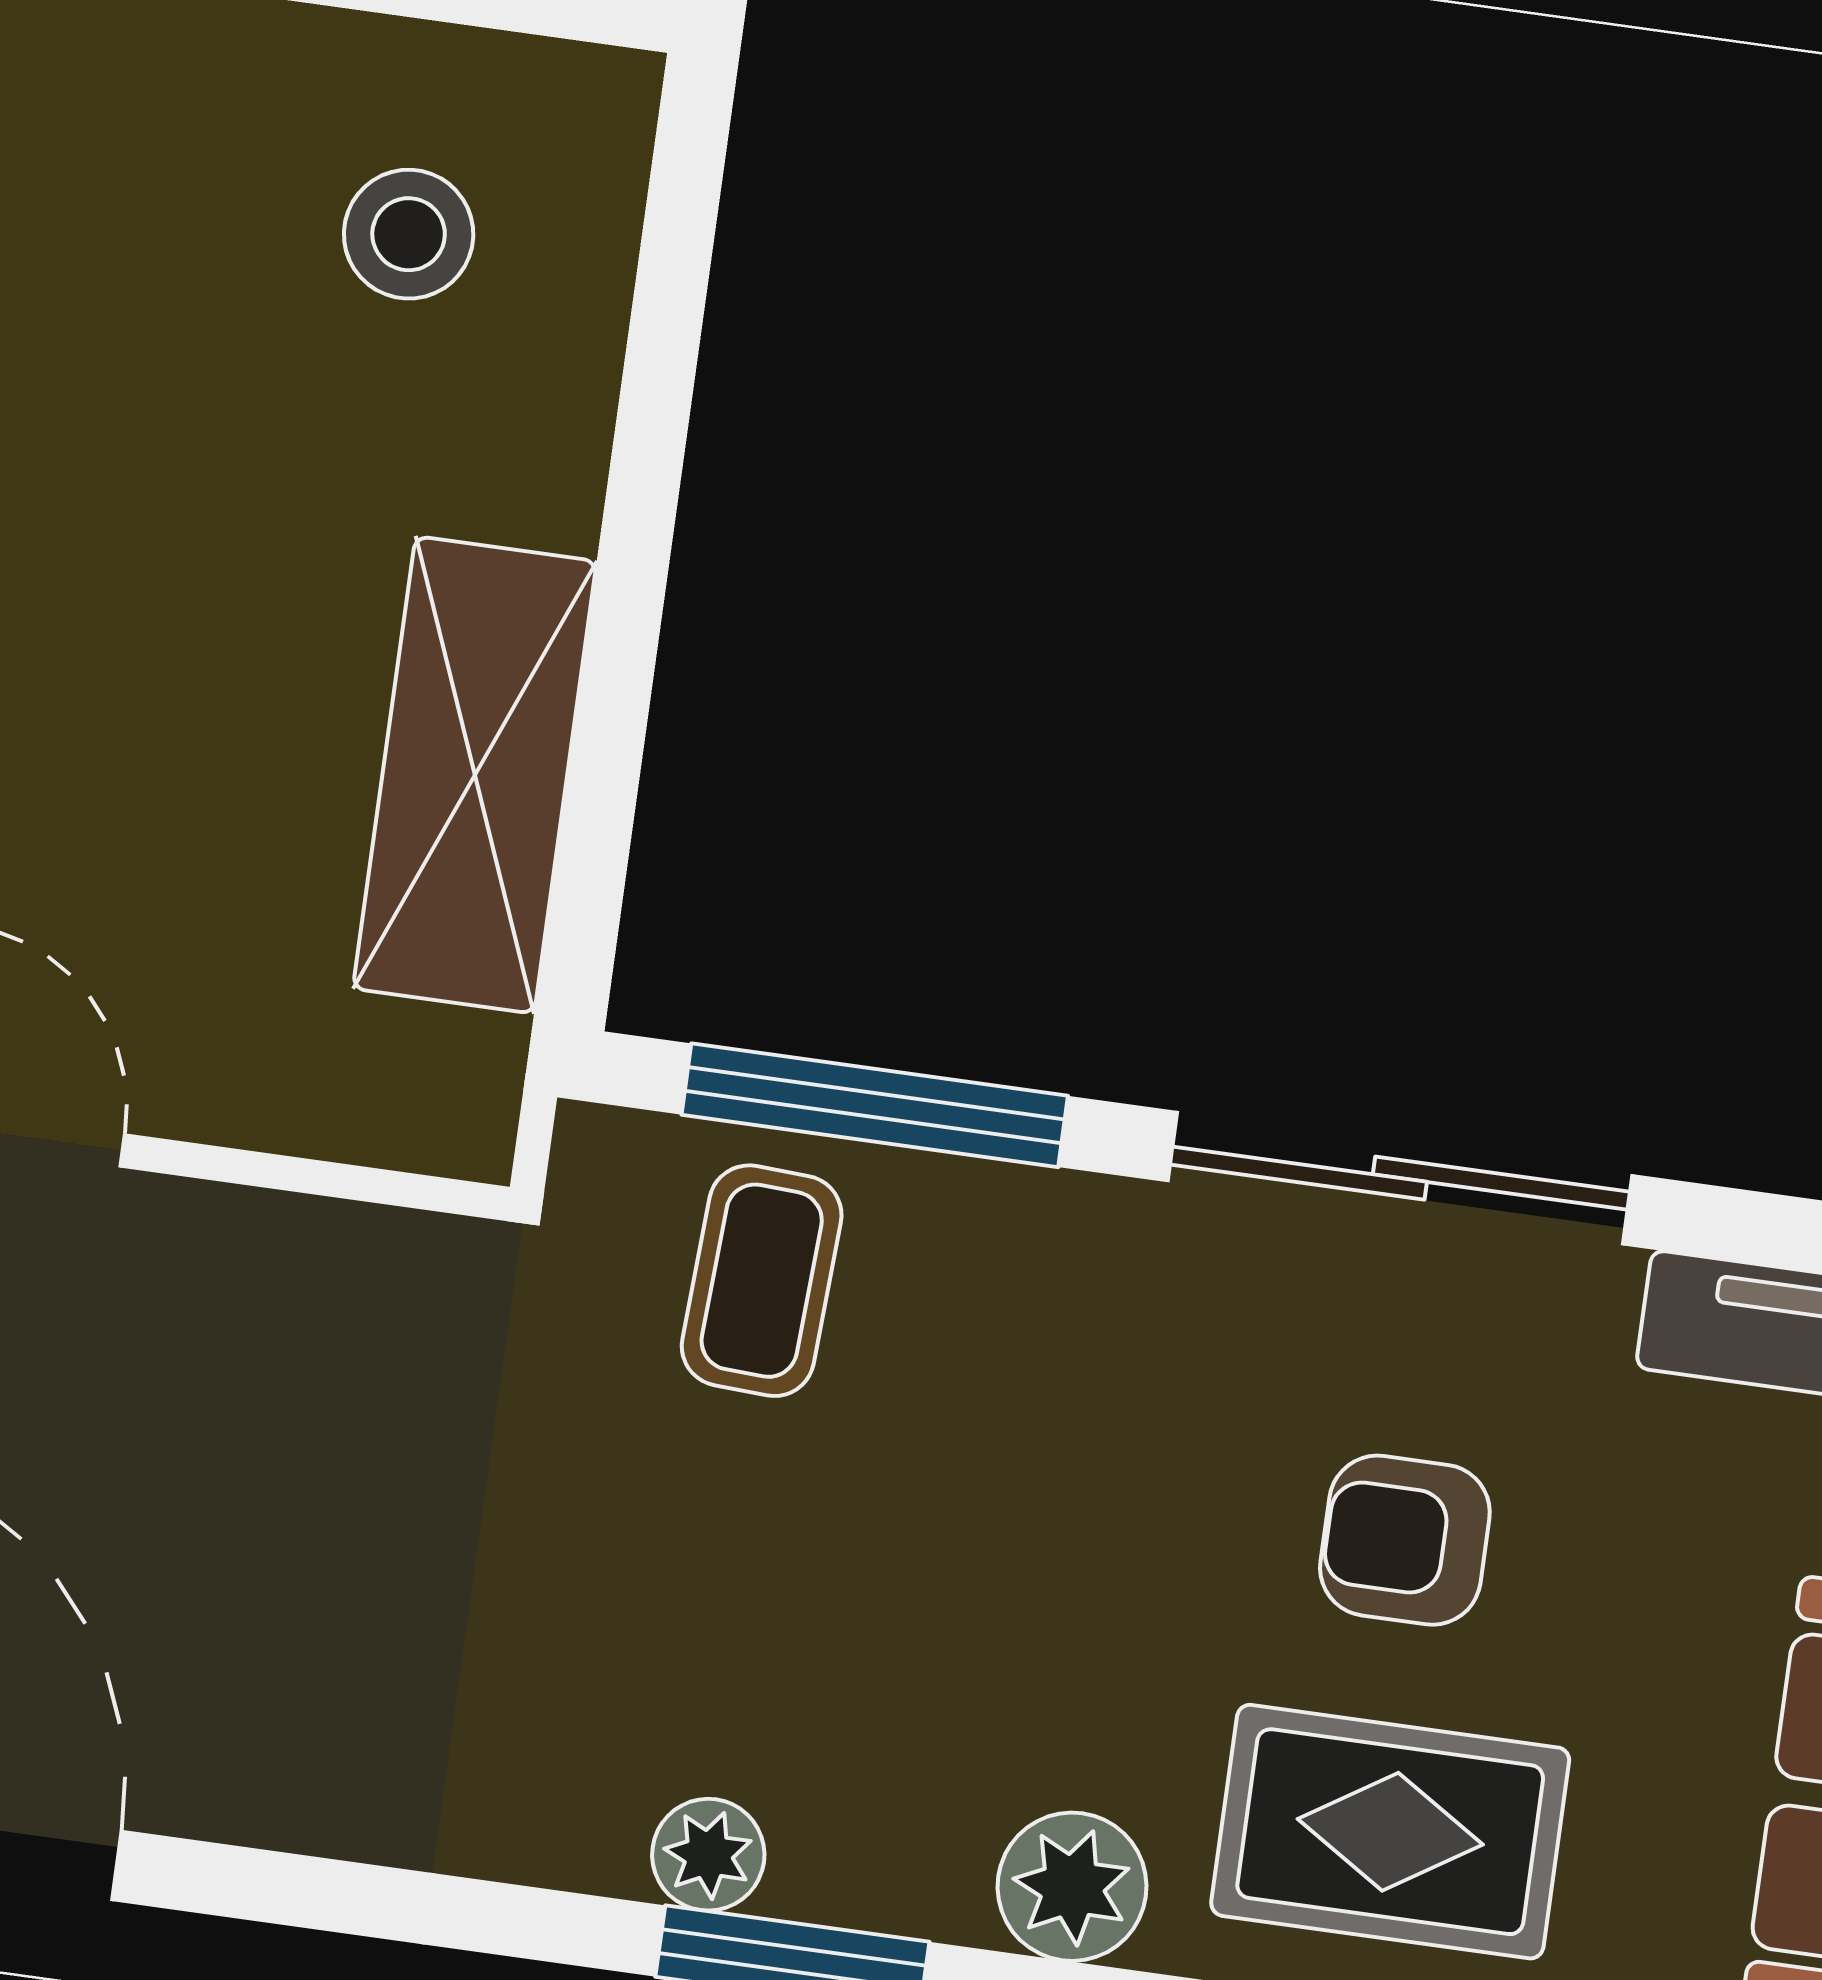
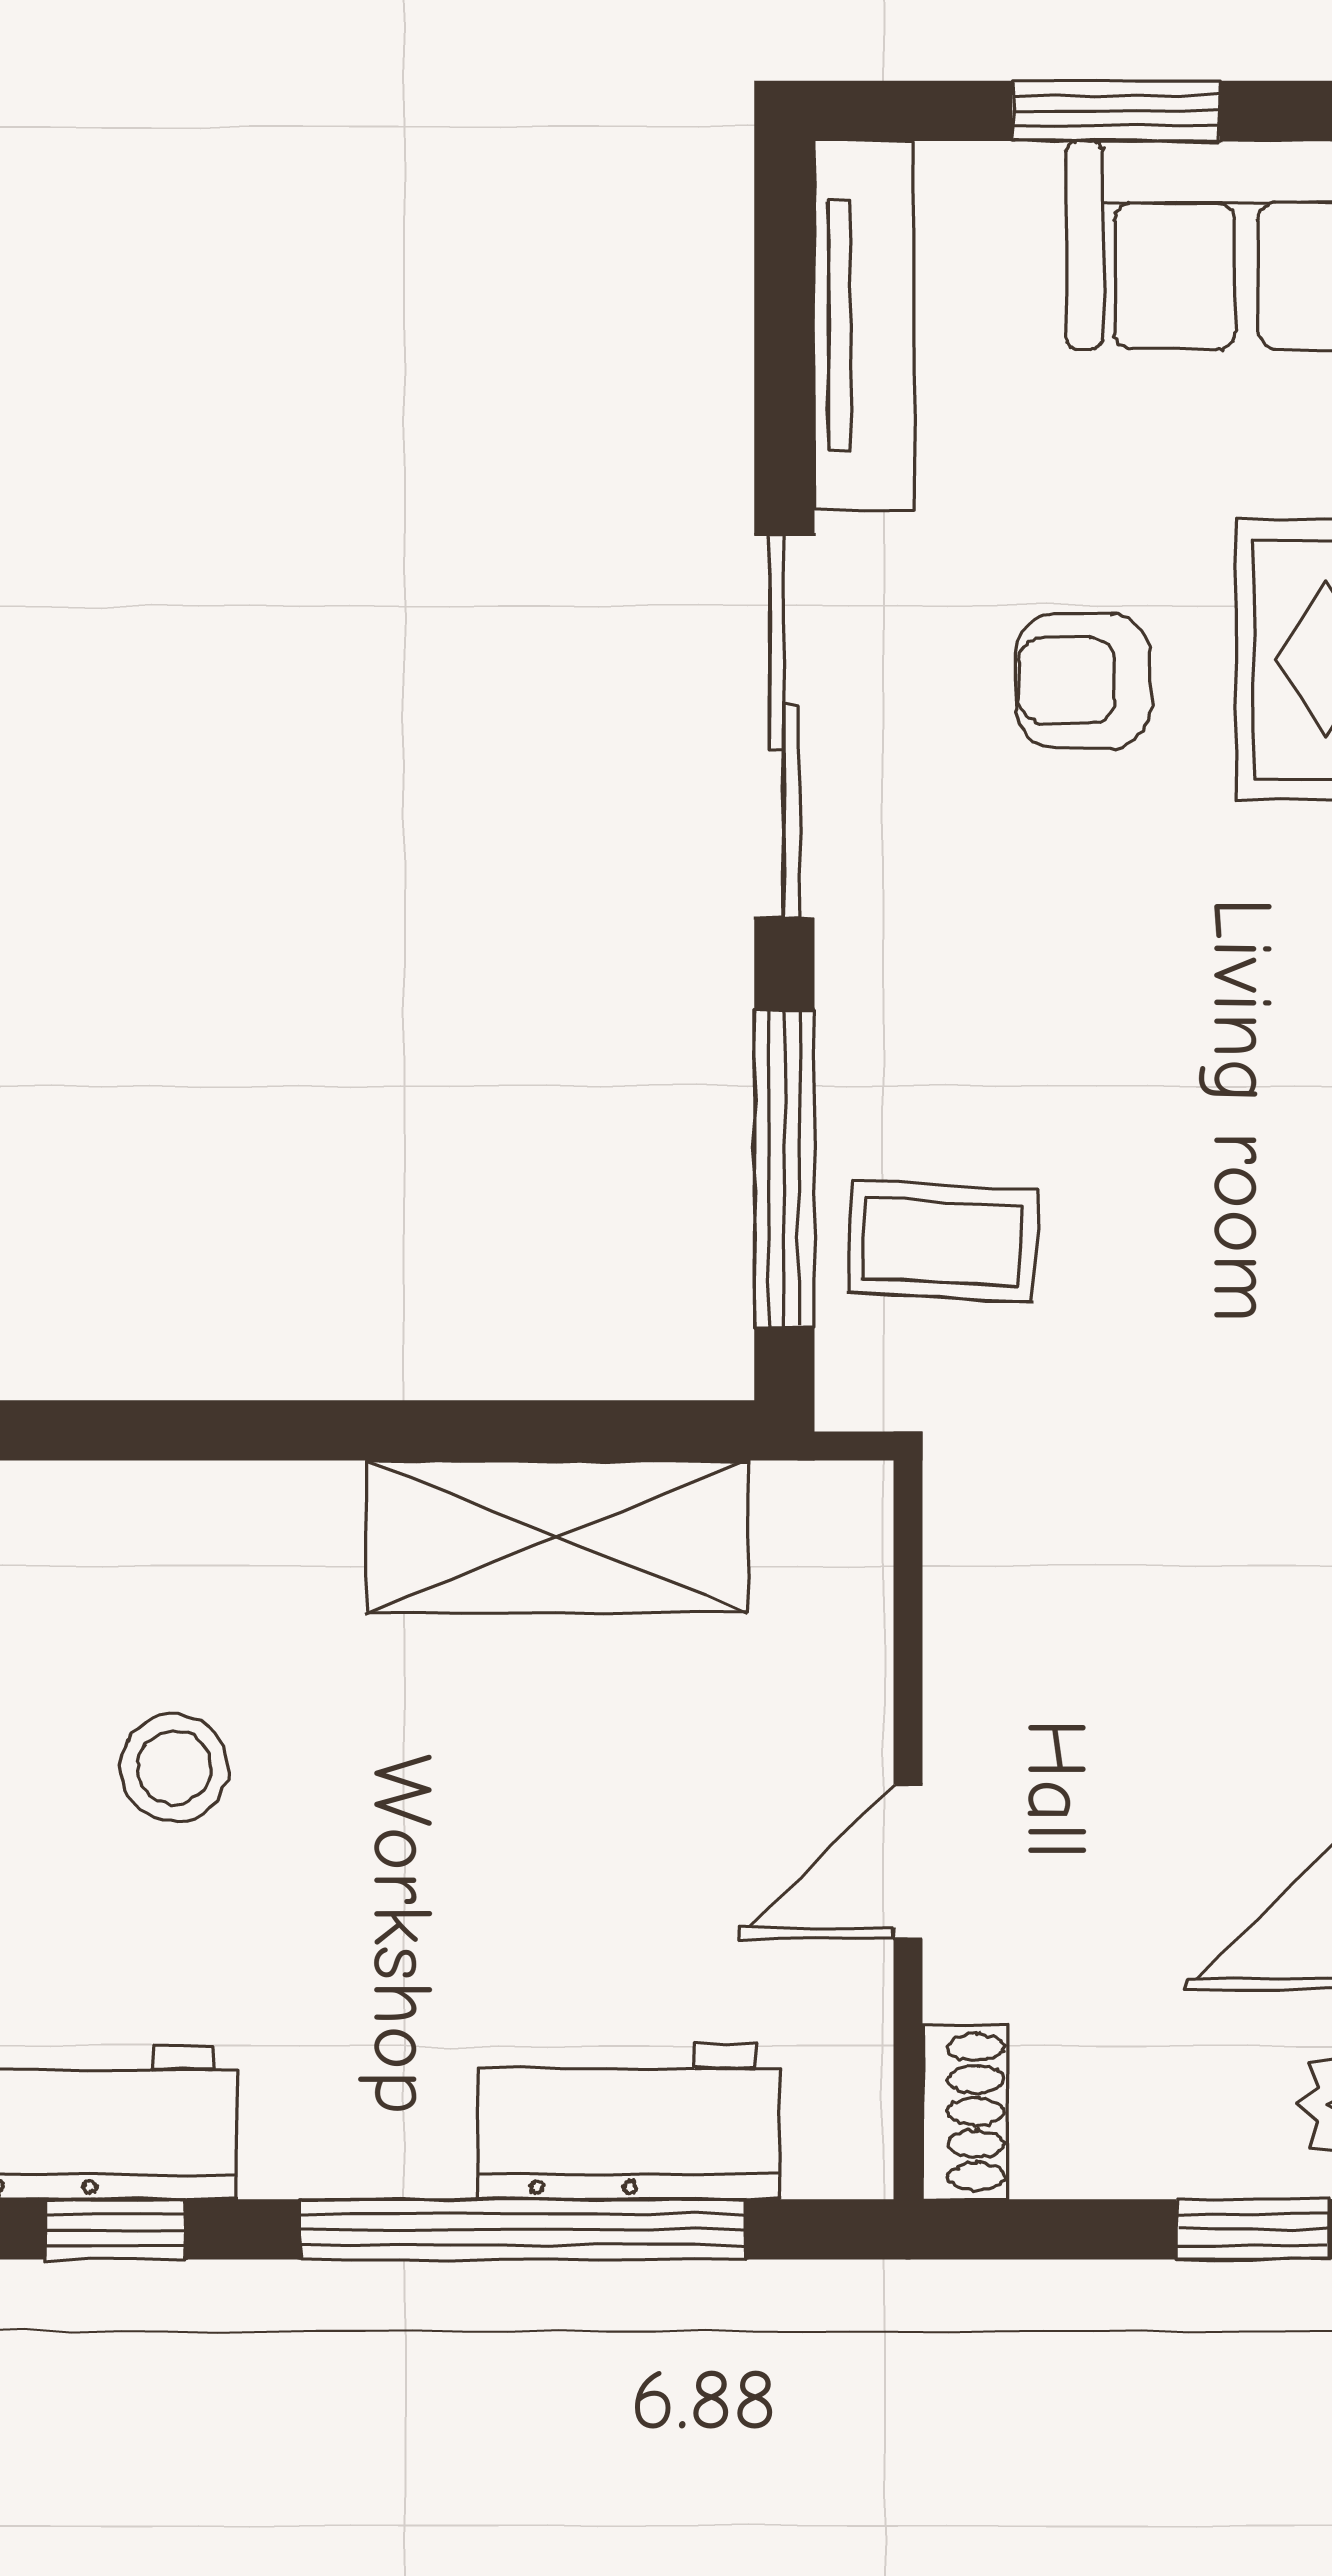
stool: (409, 234) -> (174, 1768), moved
armchair: (1405, 1540) -> (1083, 681), turned 90

